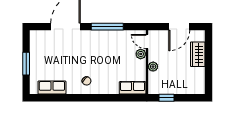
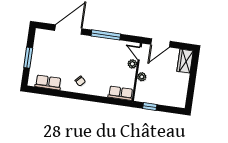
door: (179, 27) -> (160, 43), moved
wardrobe: (198, 54) -> (185, 61), moved

